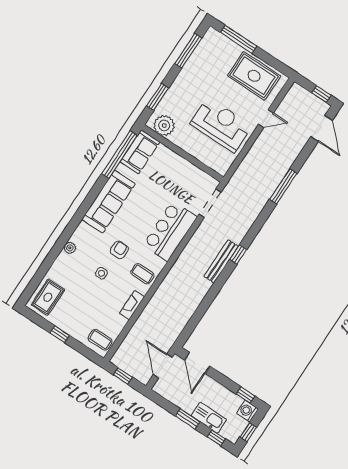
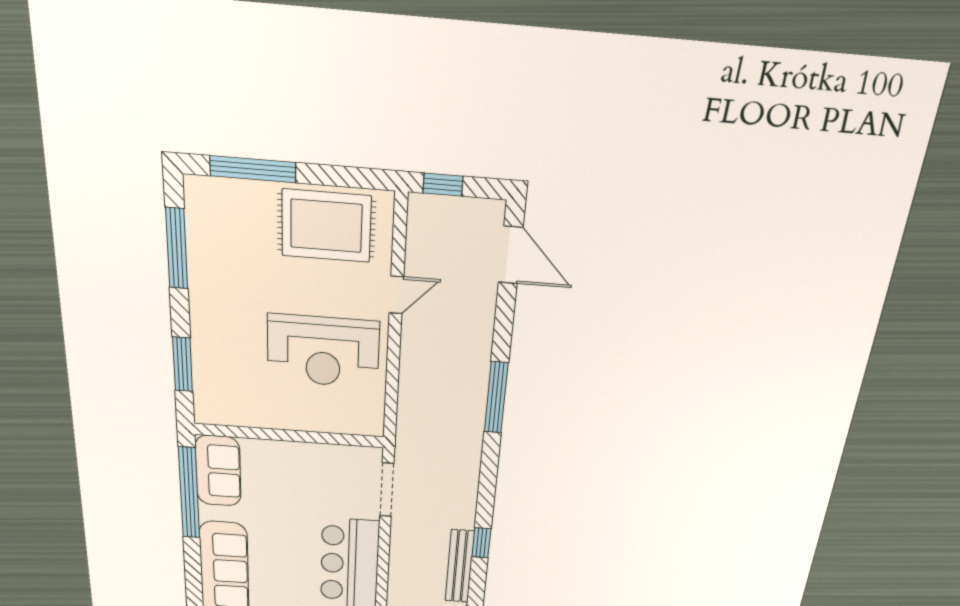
window: (321, 94) -> (443, 185), moved
reception desk: (221, 125) -> (323, 351), turned 180
plant: (164, 126) -> (228, 407), removed

